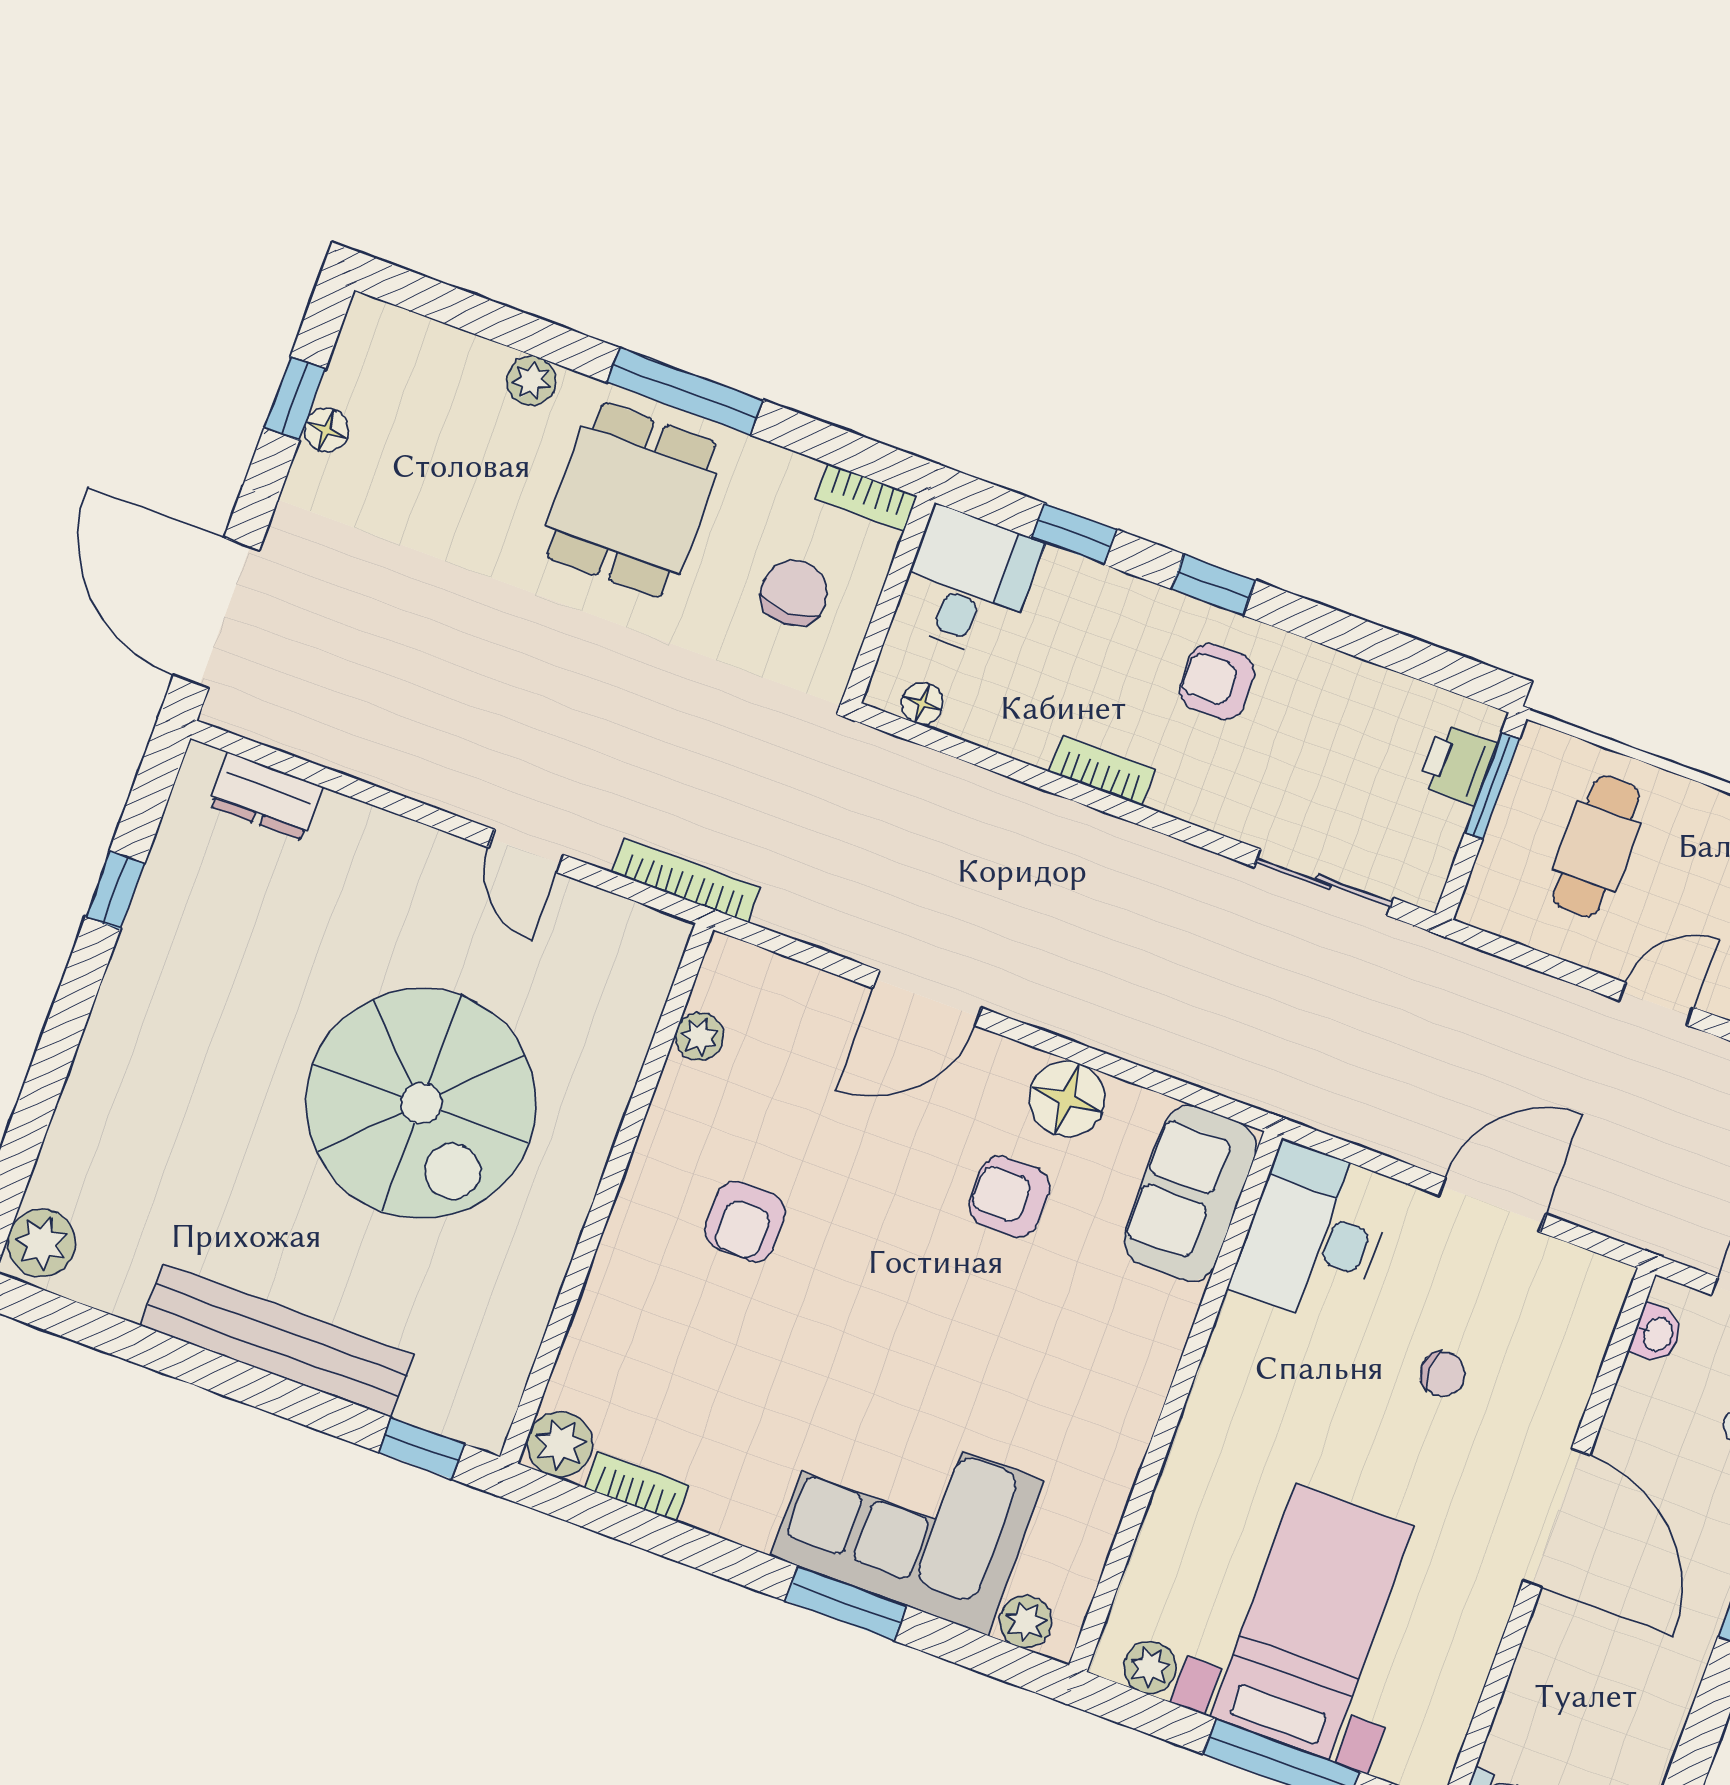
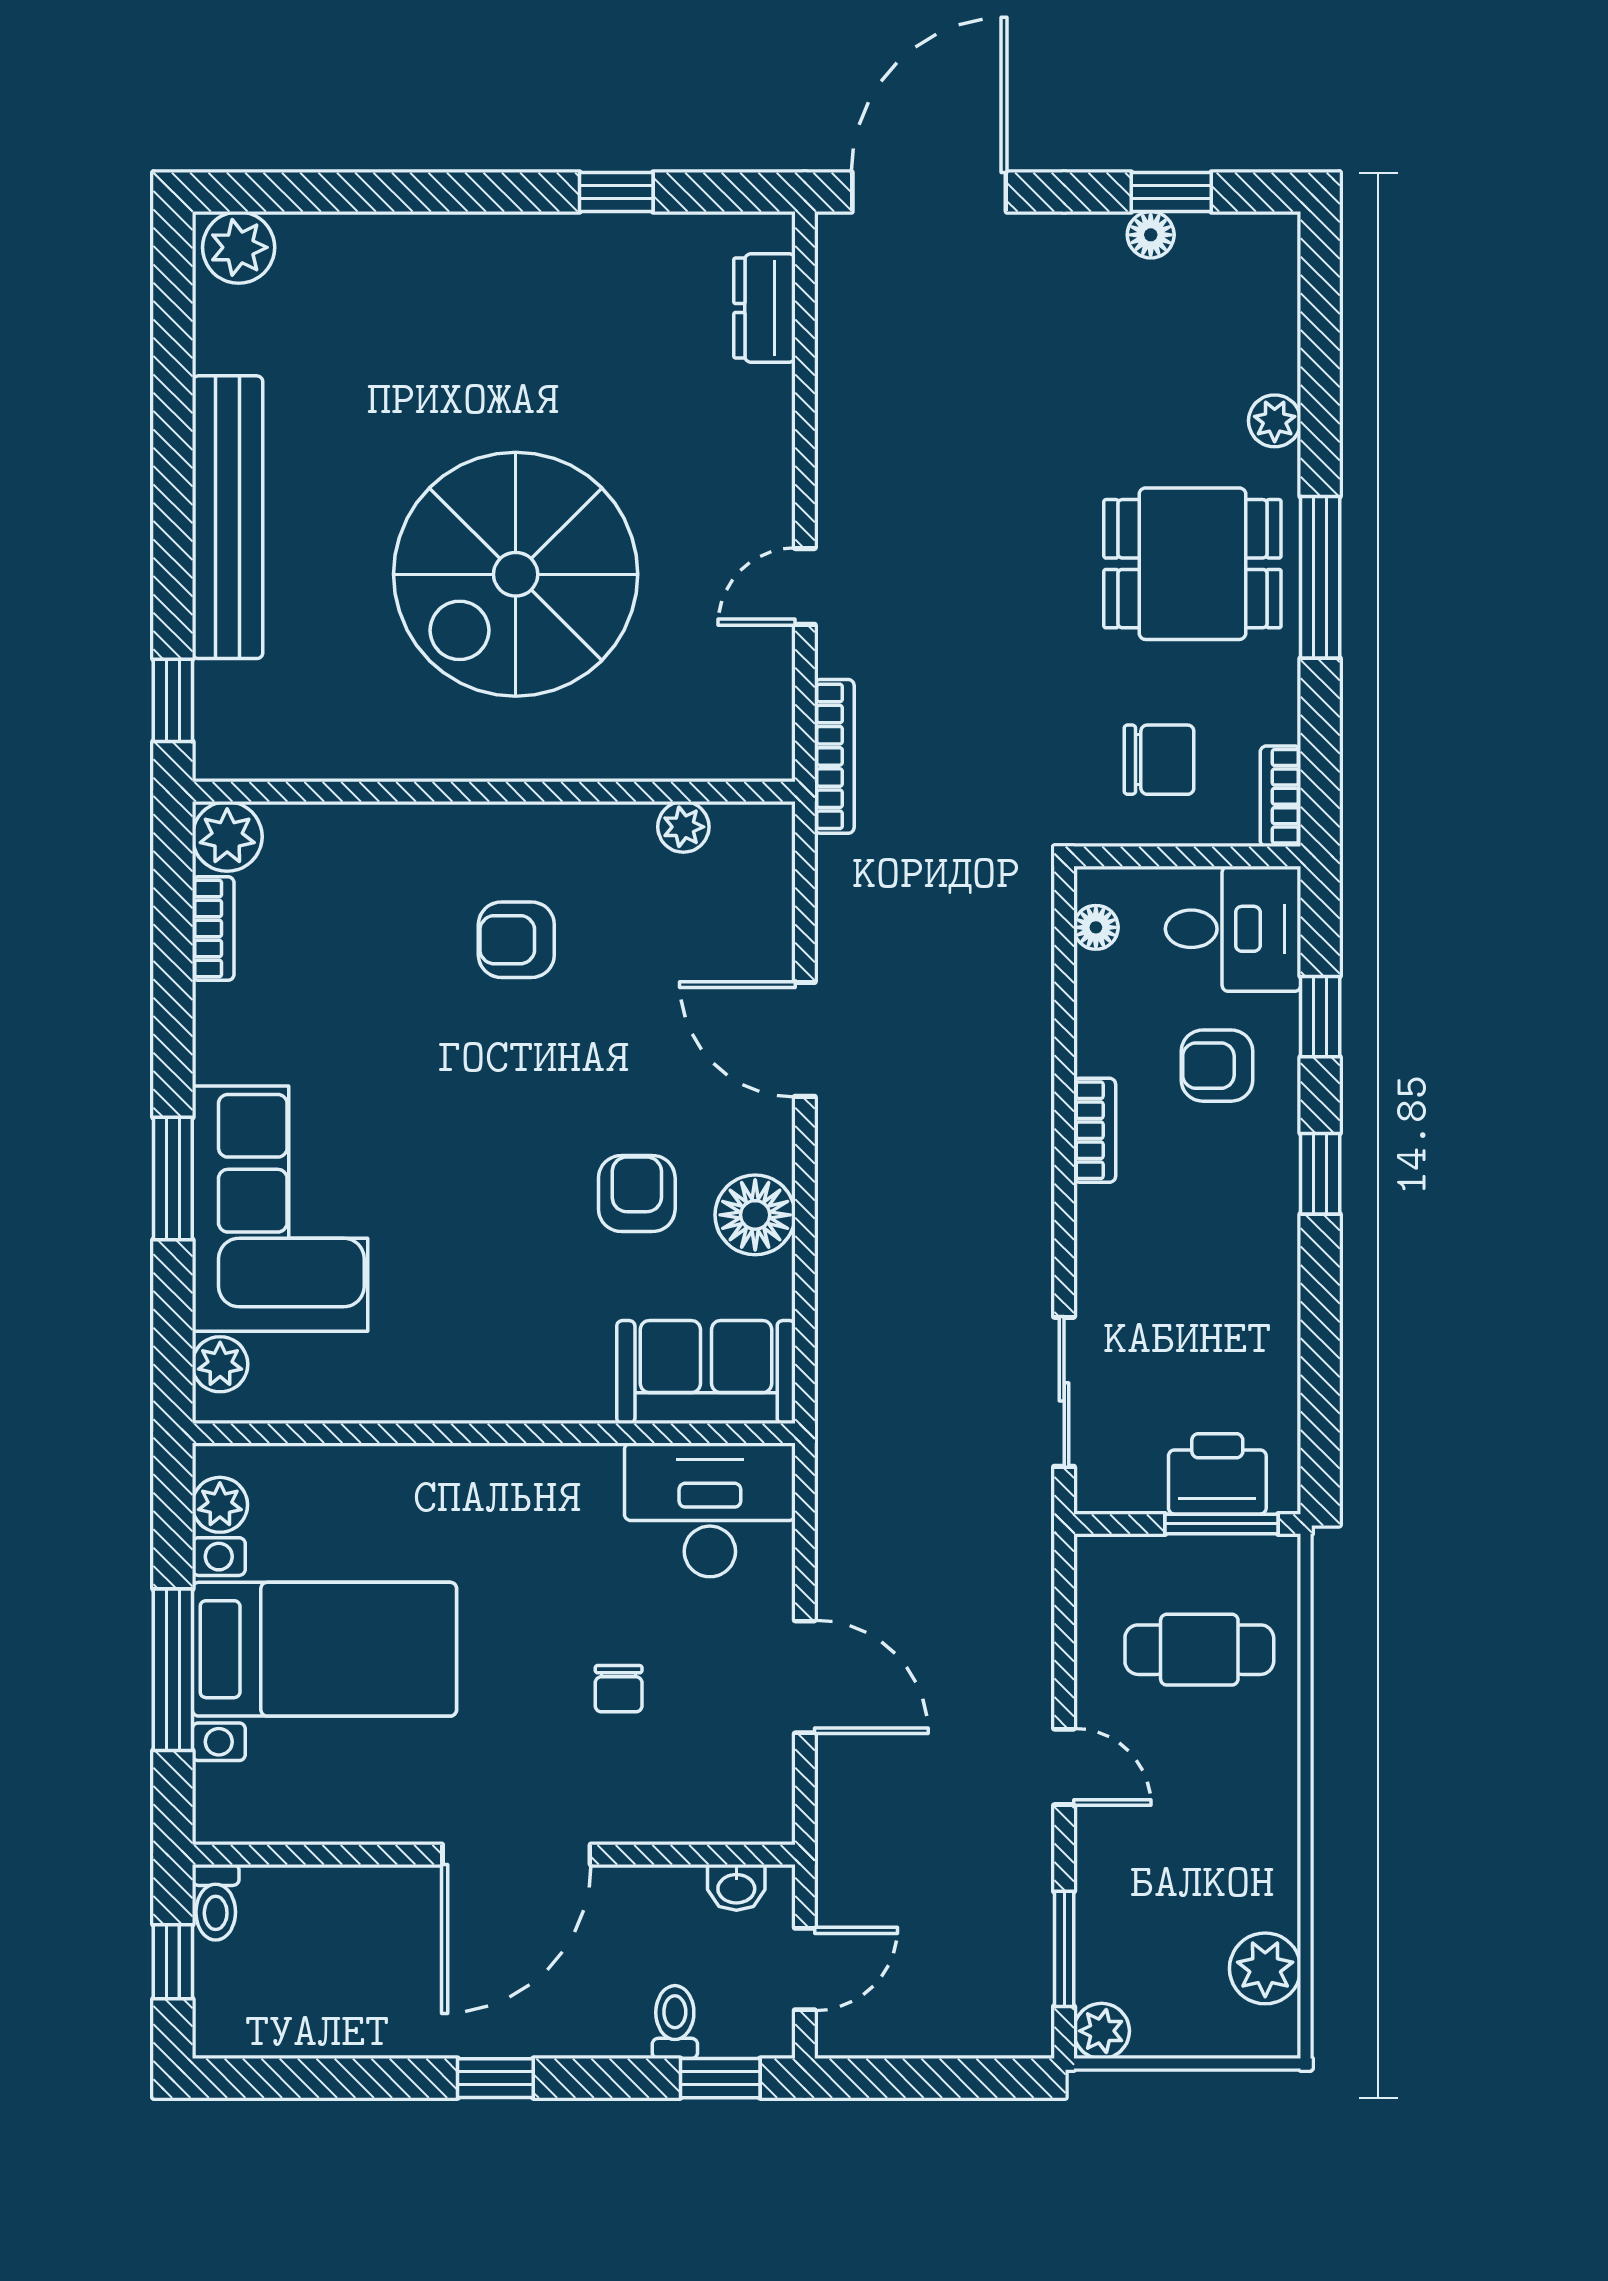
armchair: (1217, 682) -> (1217, 1066), moved, turned -90
printer: (1458, 764) -> (1217, 1474), width x1.36, depth x1.24

